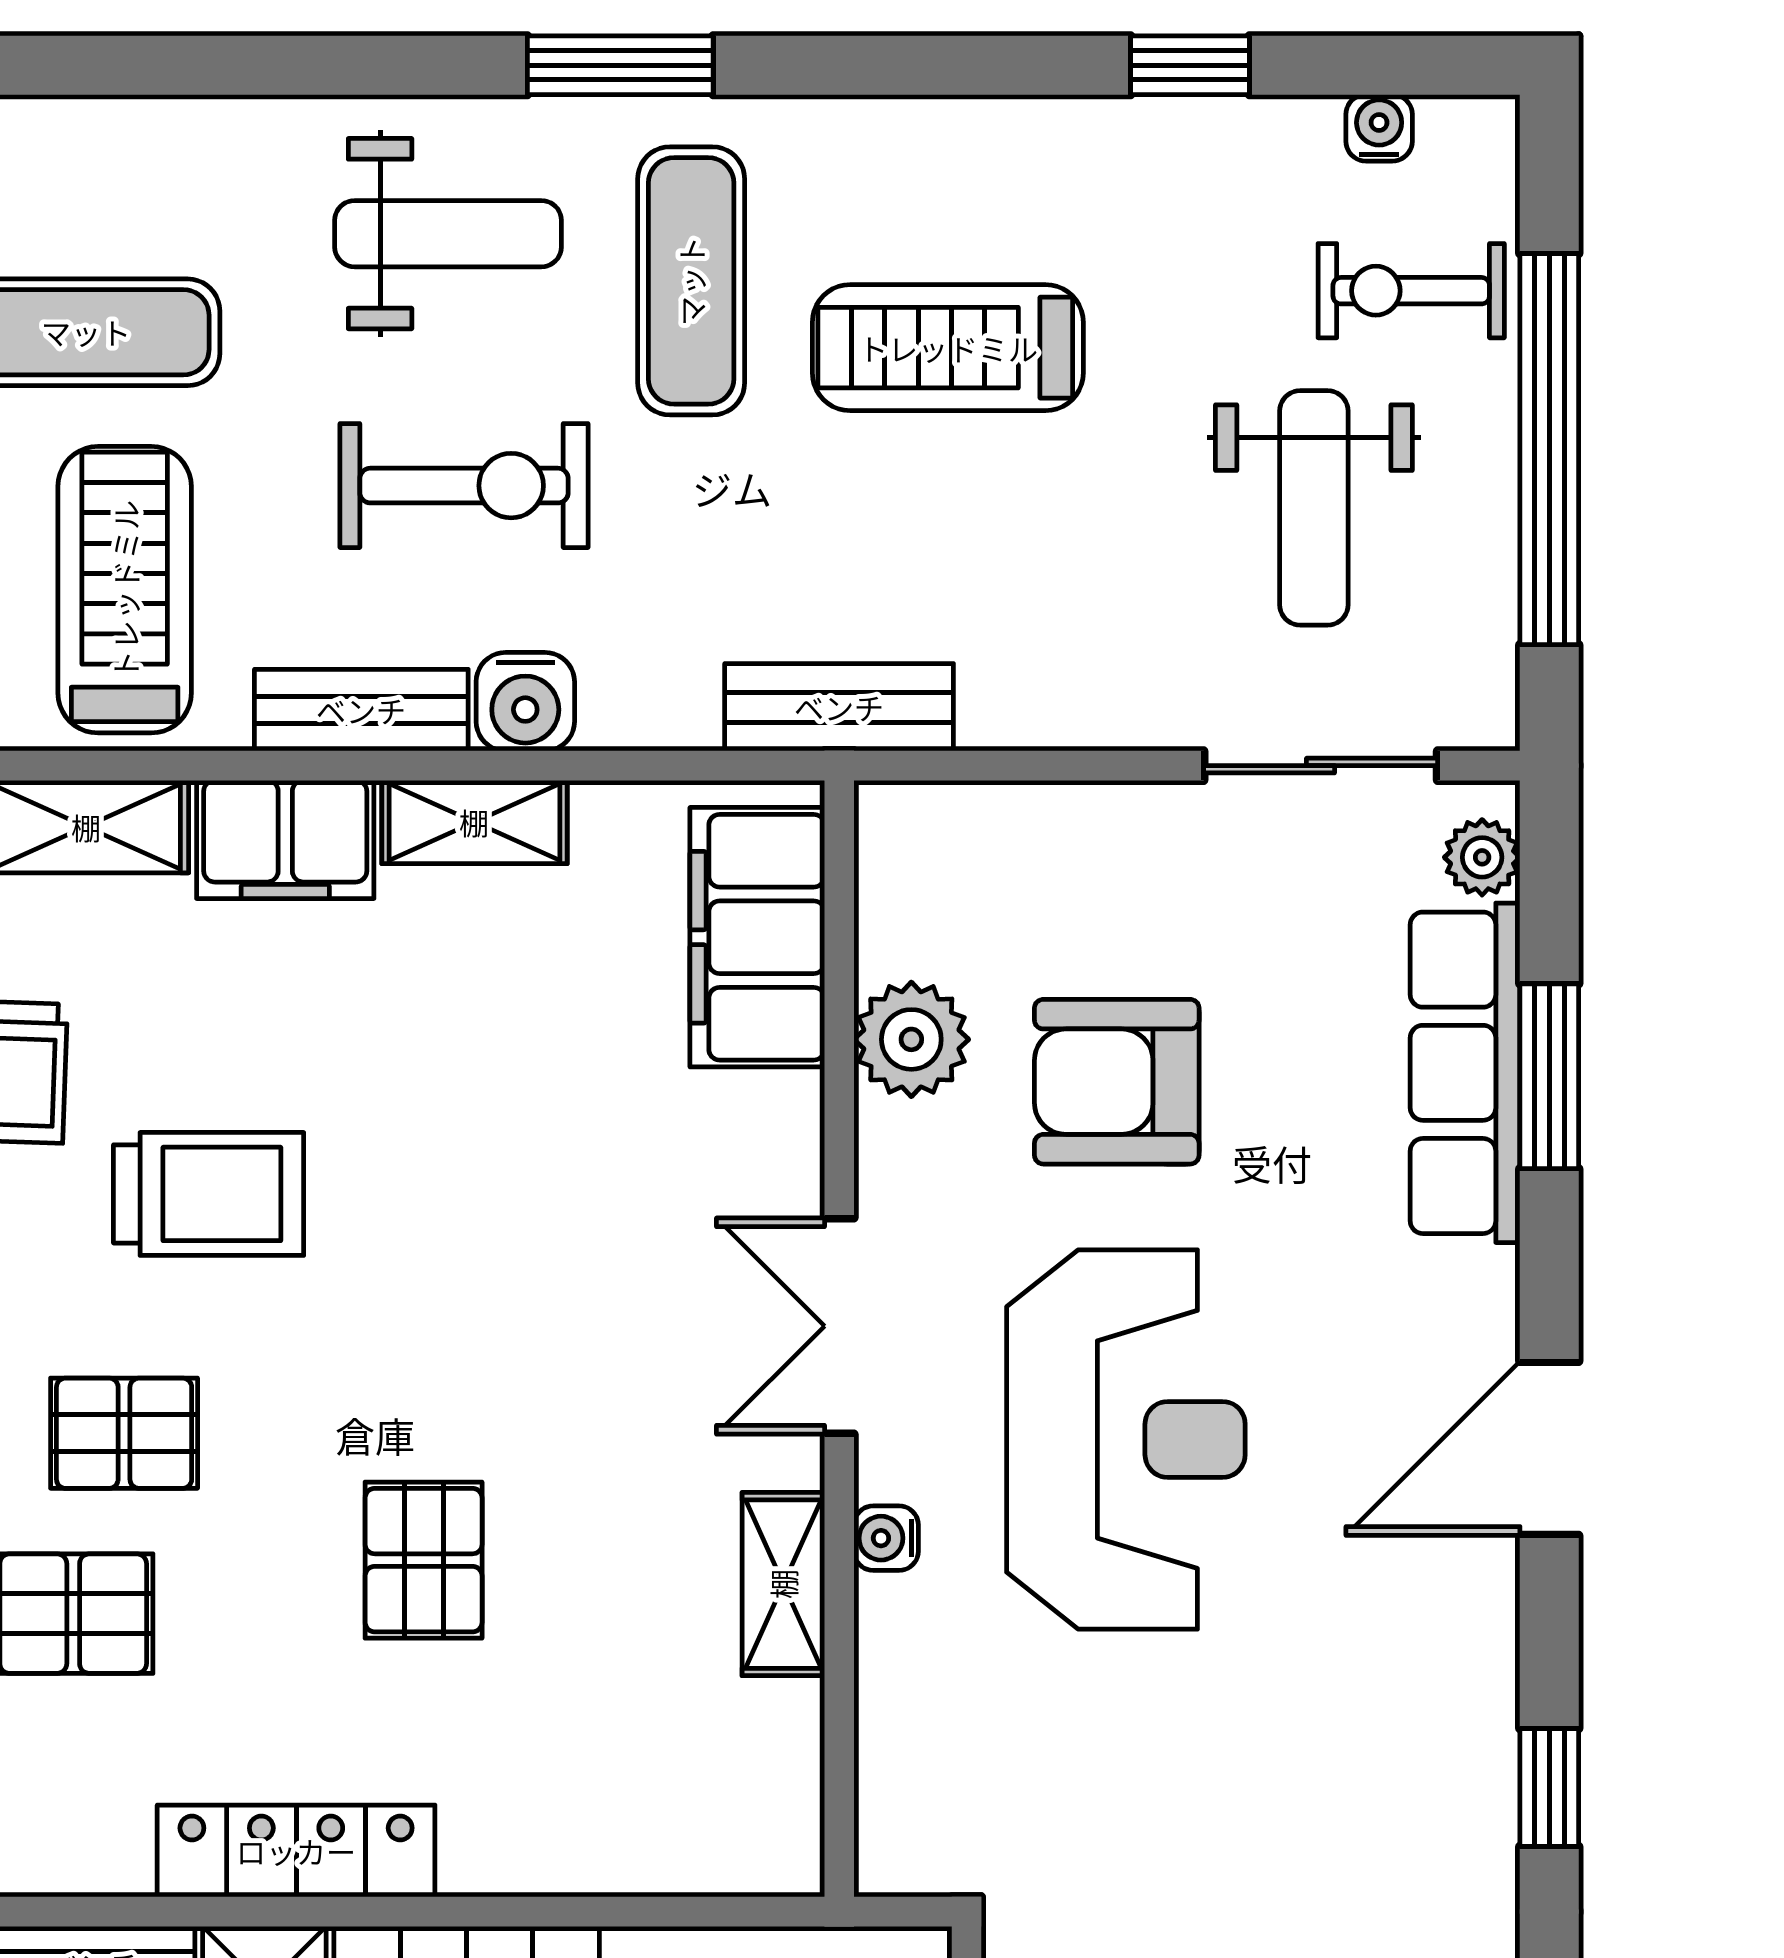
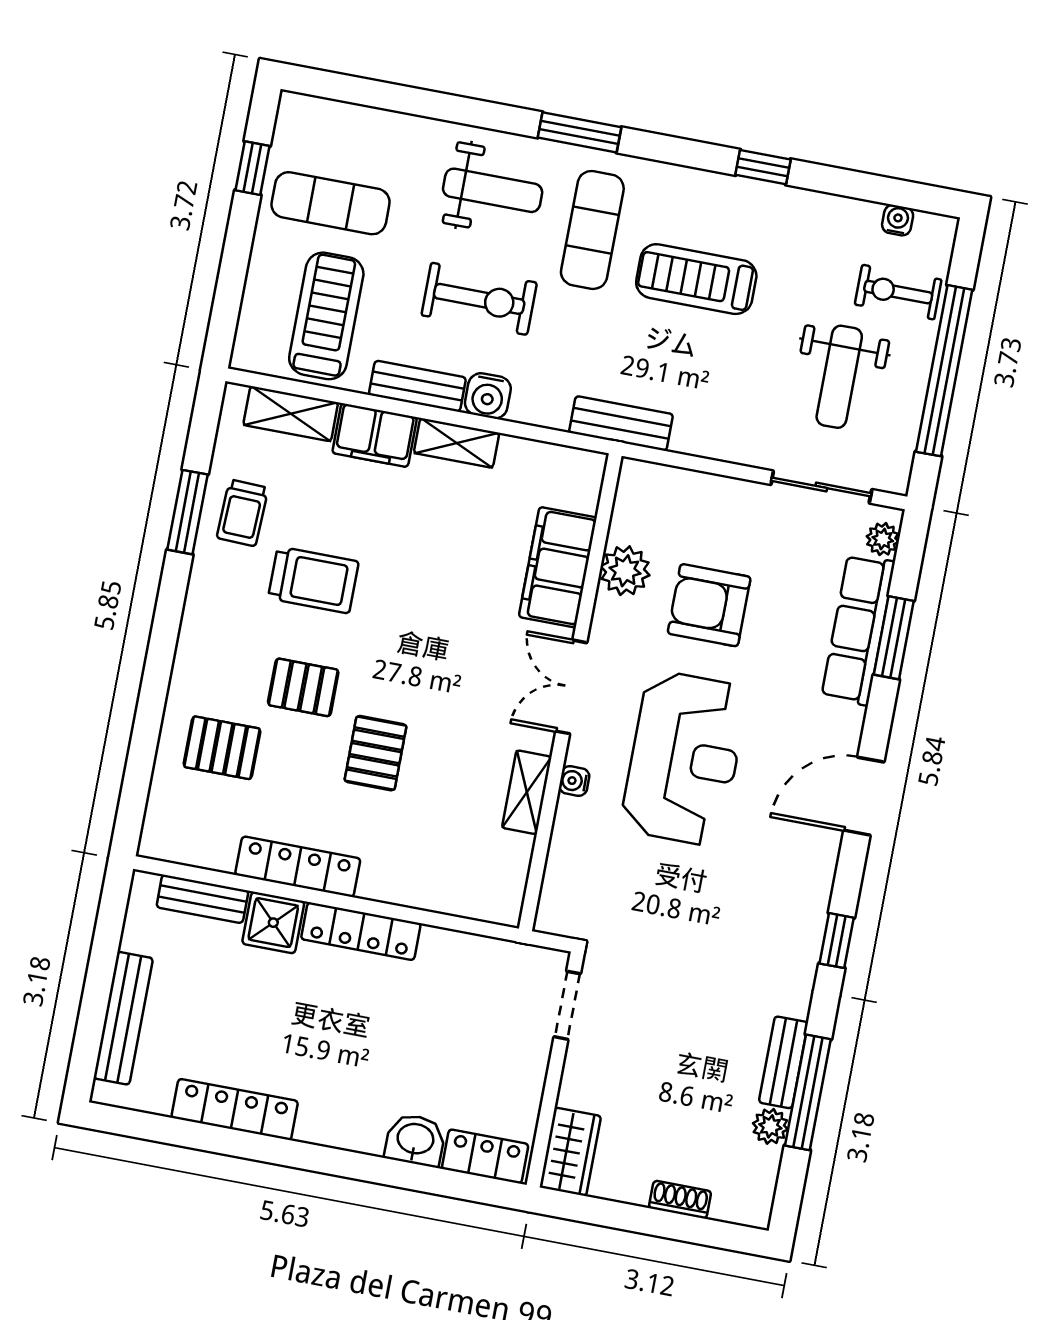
window: (1190, 65) -> (763, 167), moved
filing cabinet: (757, 937) -> (558, 567), moved
pallet: (124, 1433) -> (303, 687), moved

